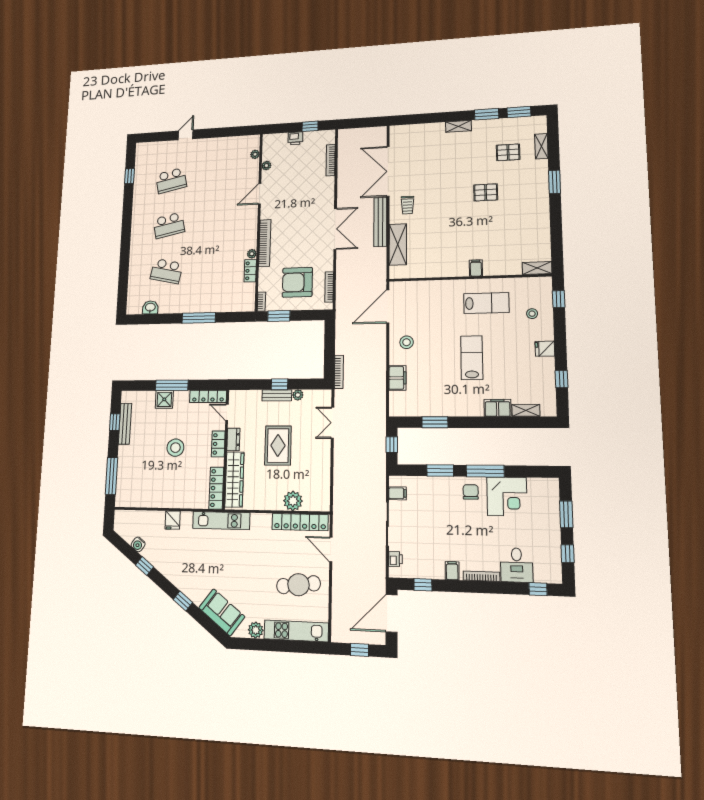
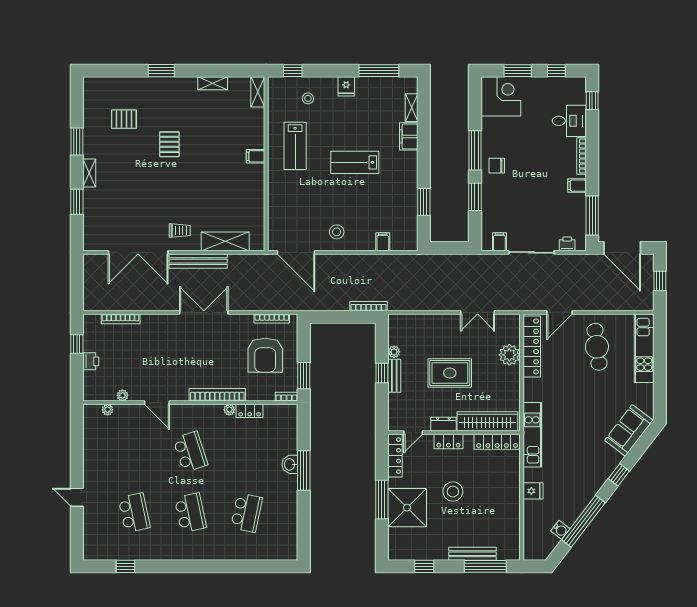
window: (519, 112) -> (77, 202), moved
shelving: (541, 146) -> (213, 83), moved
pallet: (508, 152) -> (124, 119), turned 90
school desk: (218, 223) -> (190, 452), added
lab bench: (486, 303) -> (295, 146), turned 180
washbasin: (150, 307) -> (290, 464), moved
filing cabinet: (397, 378) -> (383, 242), width x0.50
window: (561, 379) -> (379, 71), width x2.17
shower: (164, 399) -> (407, 508), width x1.86, depth x1.86
double door: (333, 423) -> (478, 312), moved
bench: (125, 424) -> (472, 554), moved
window: (392, 445) -> (448, 248), removed
corner desk: (507, 497) -> (501, 96), moved
window: (144, 566) -> (583, 521), width x3.17
window: (423, 585) -> (592, 216), width x2.17
plant: (256, 630) -> (645, 392), removed

